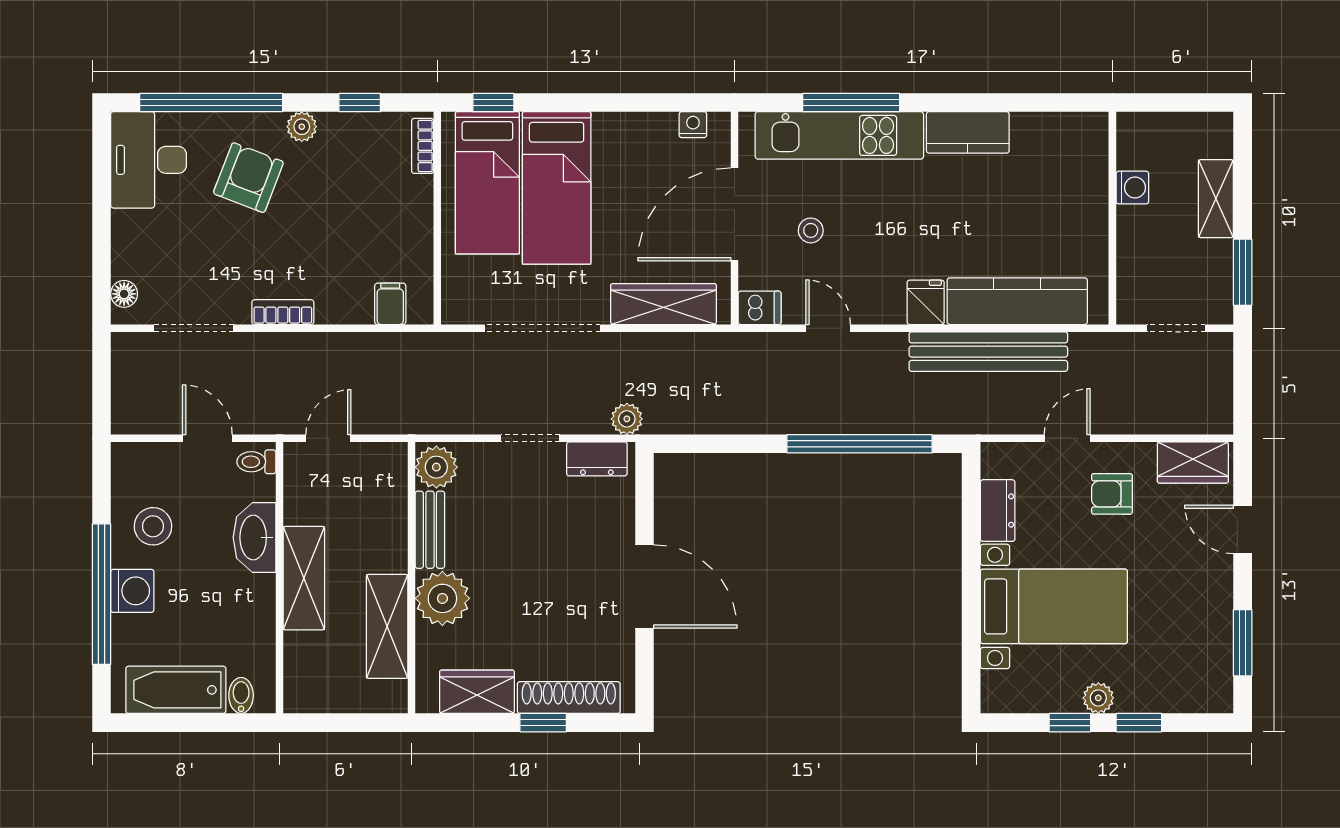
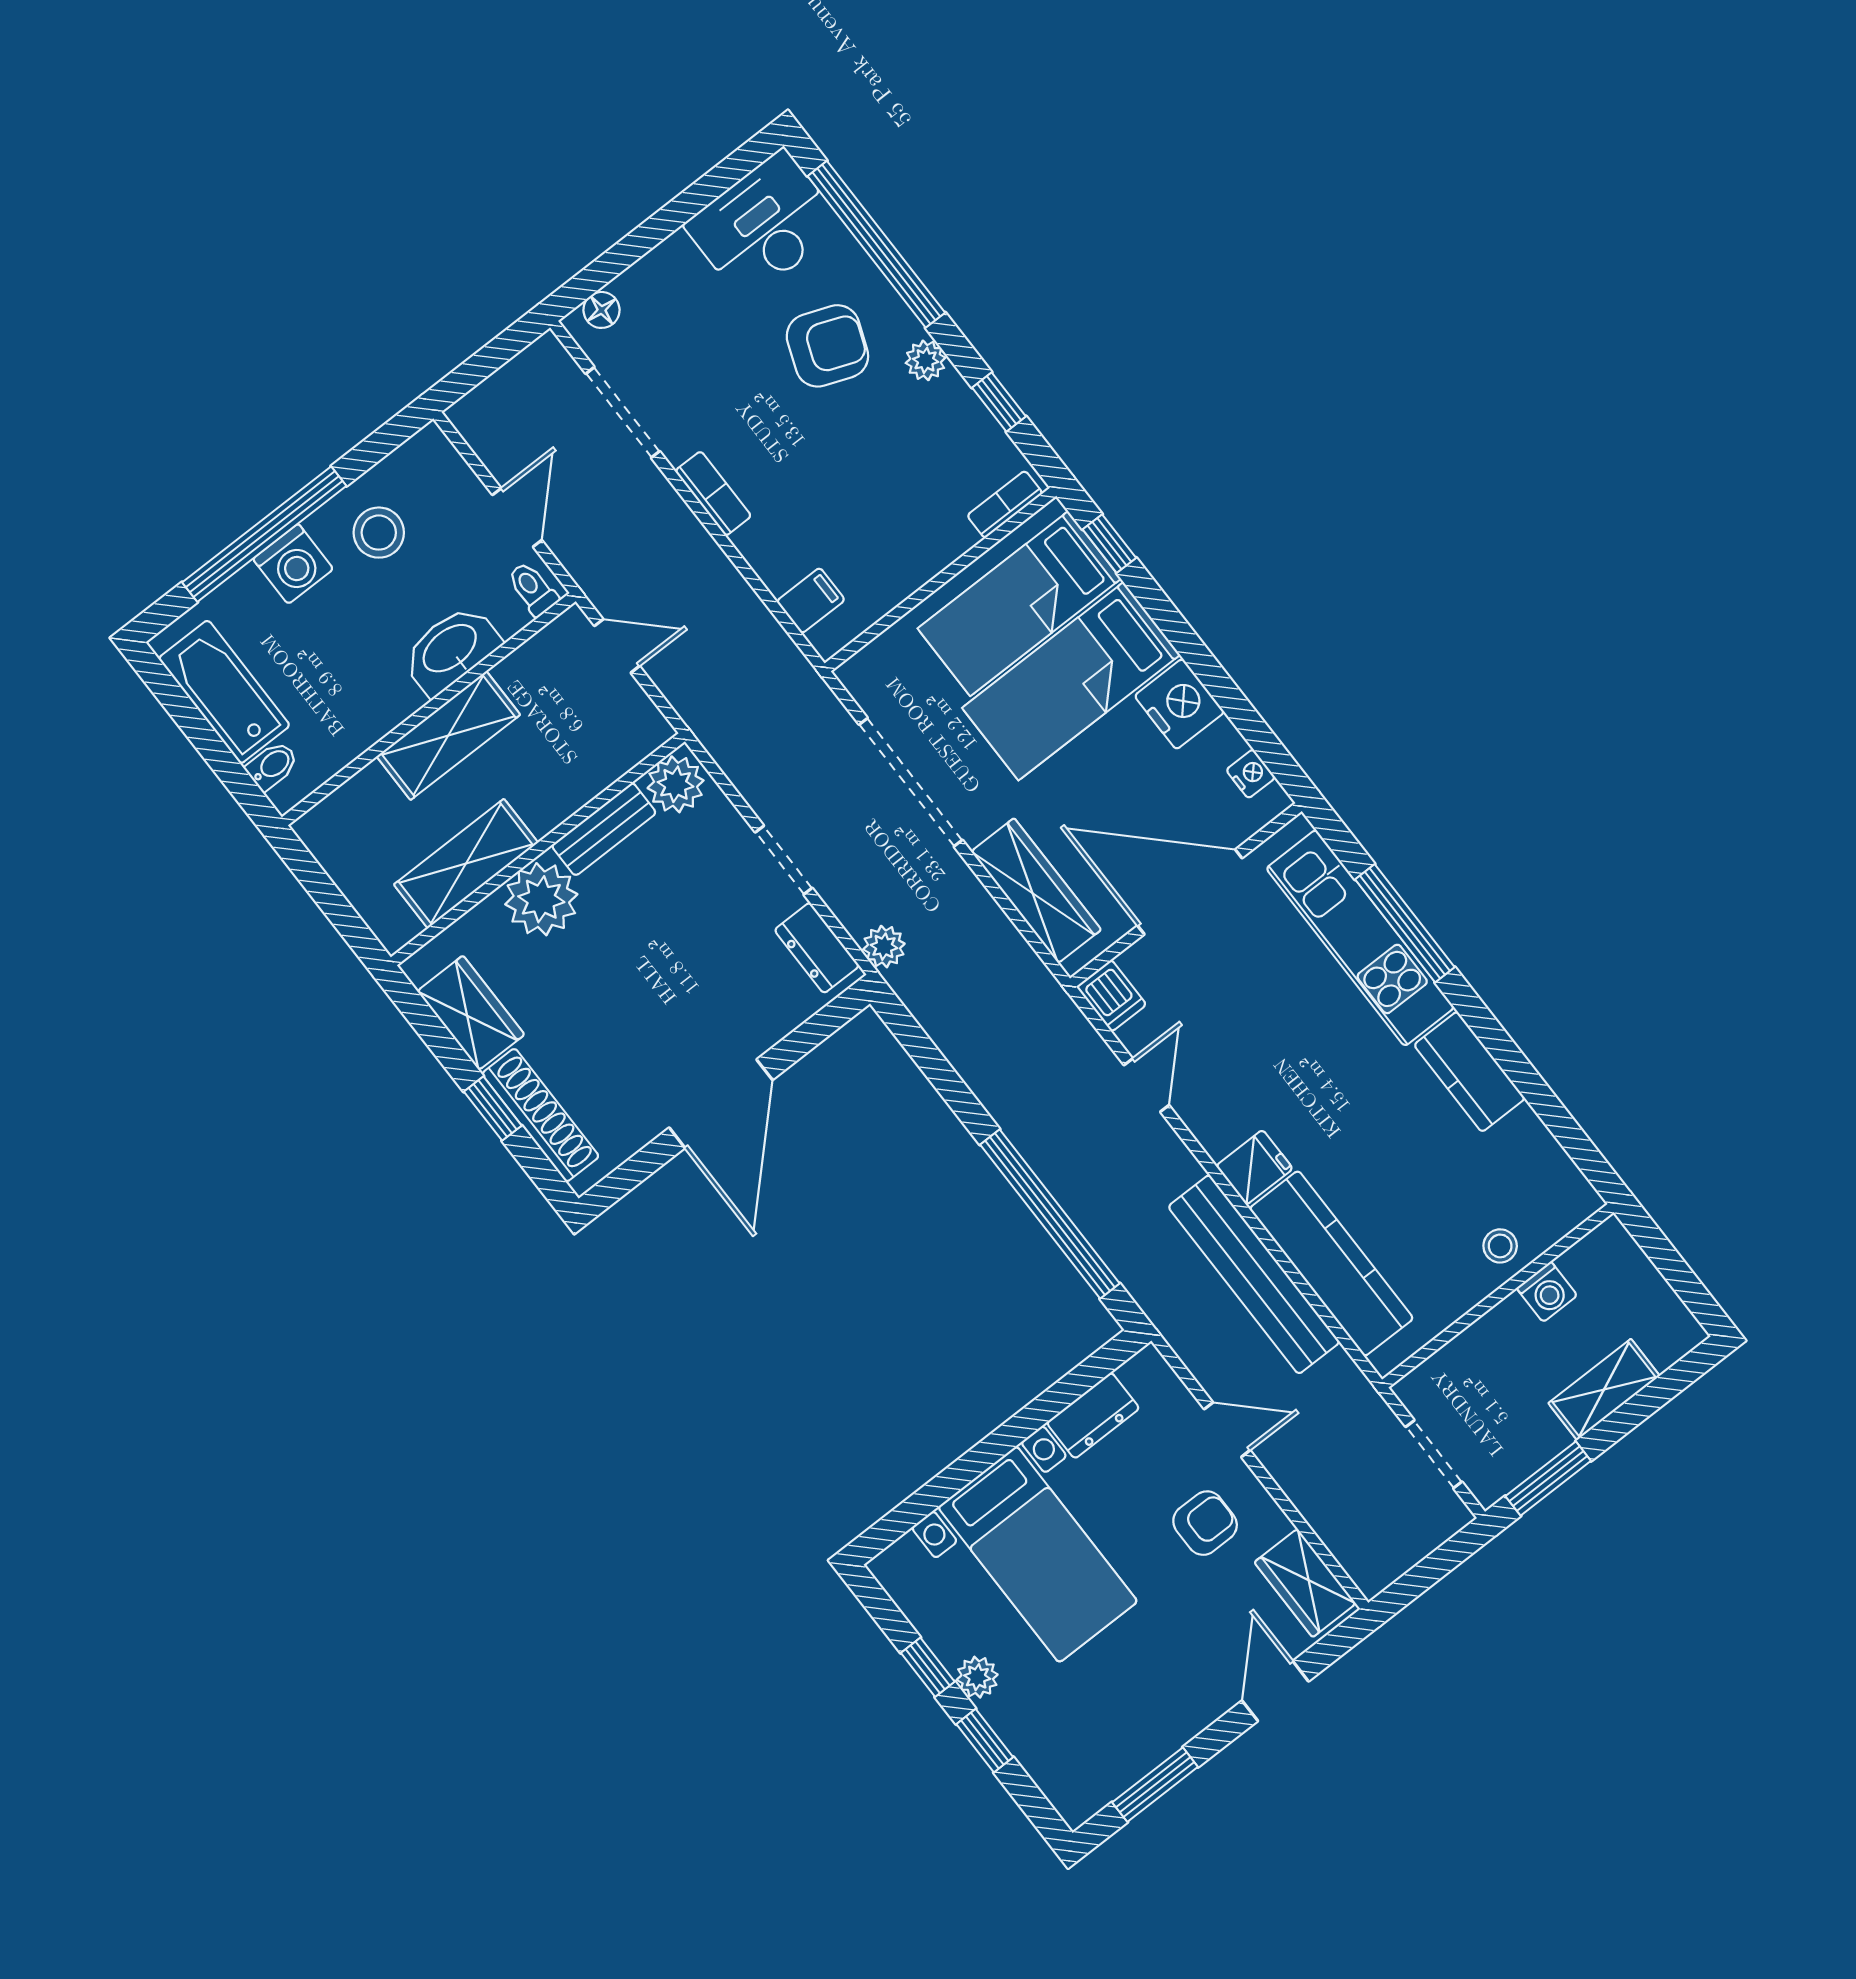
nightstand: (619, 135) -> (1179, 704), added
stool: (811, 230) -> (1500, 1246), moved
armchair: (1112, 494) -> (1205, 1523), turned 90

